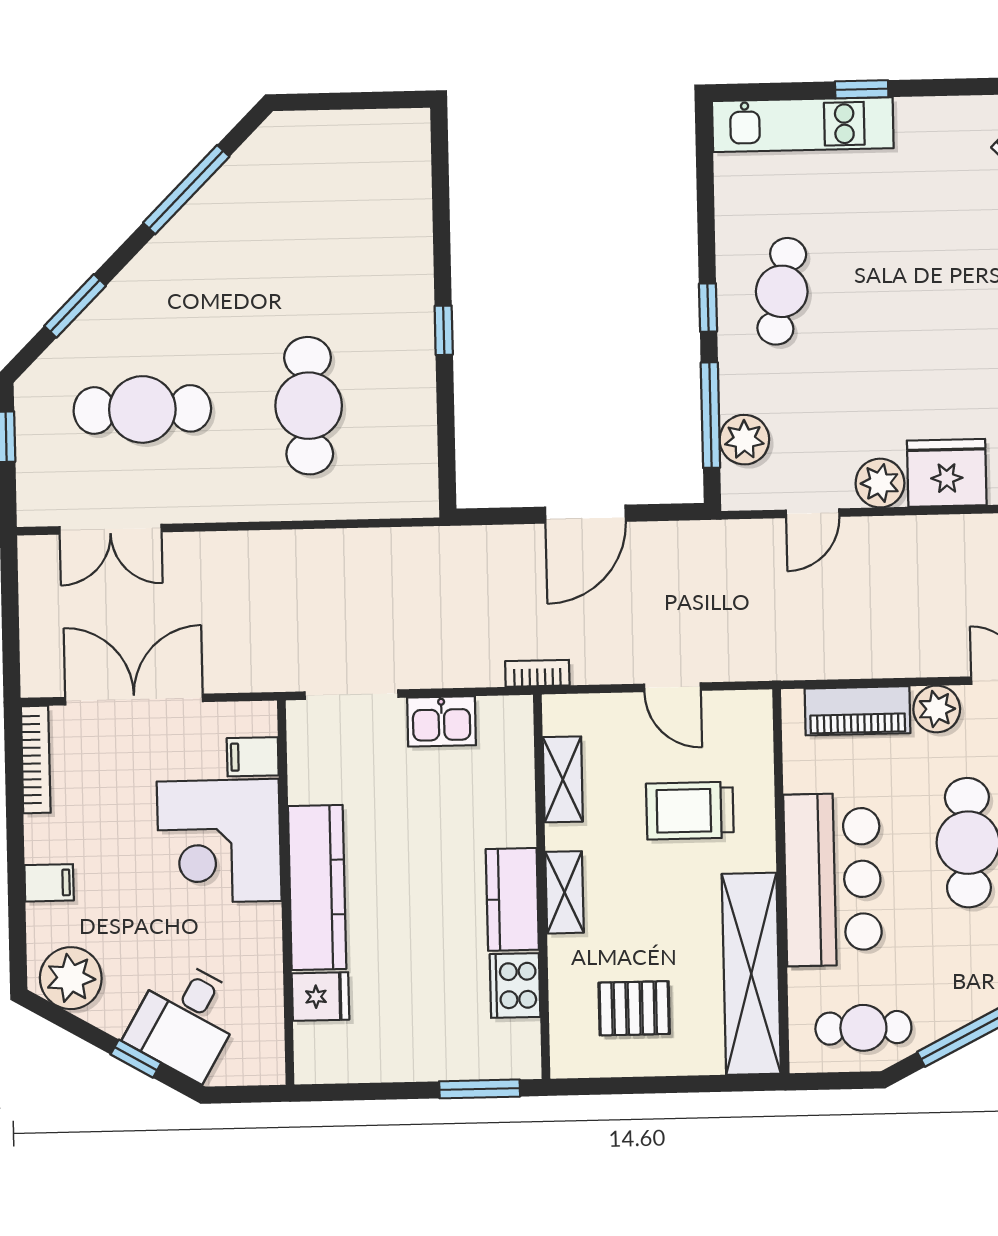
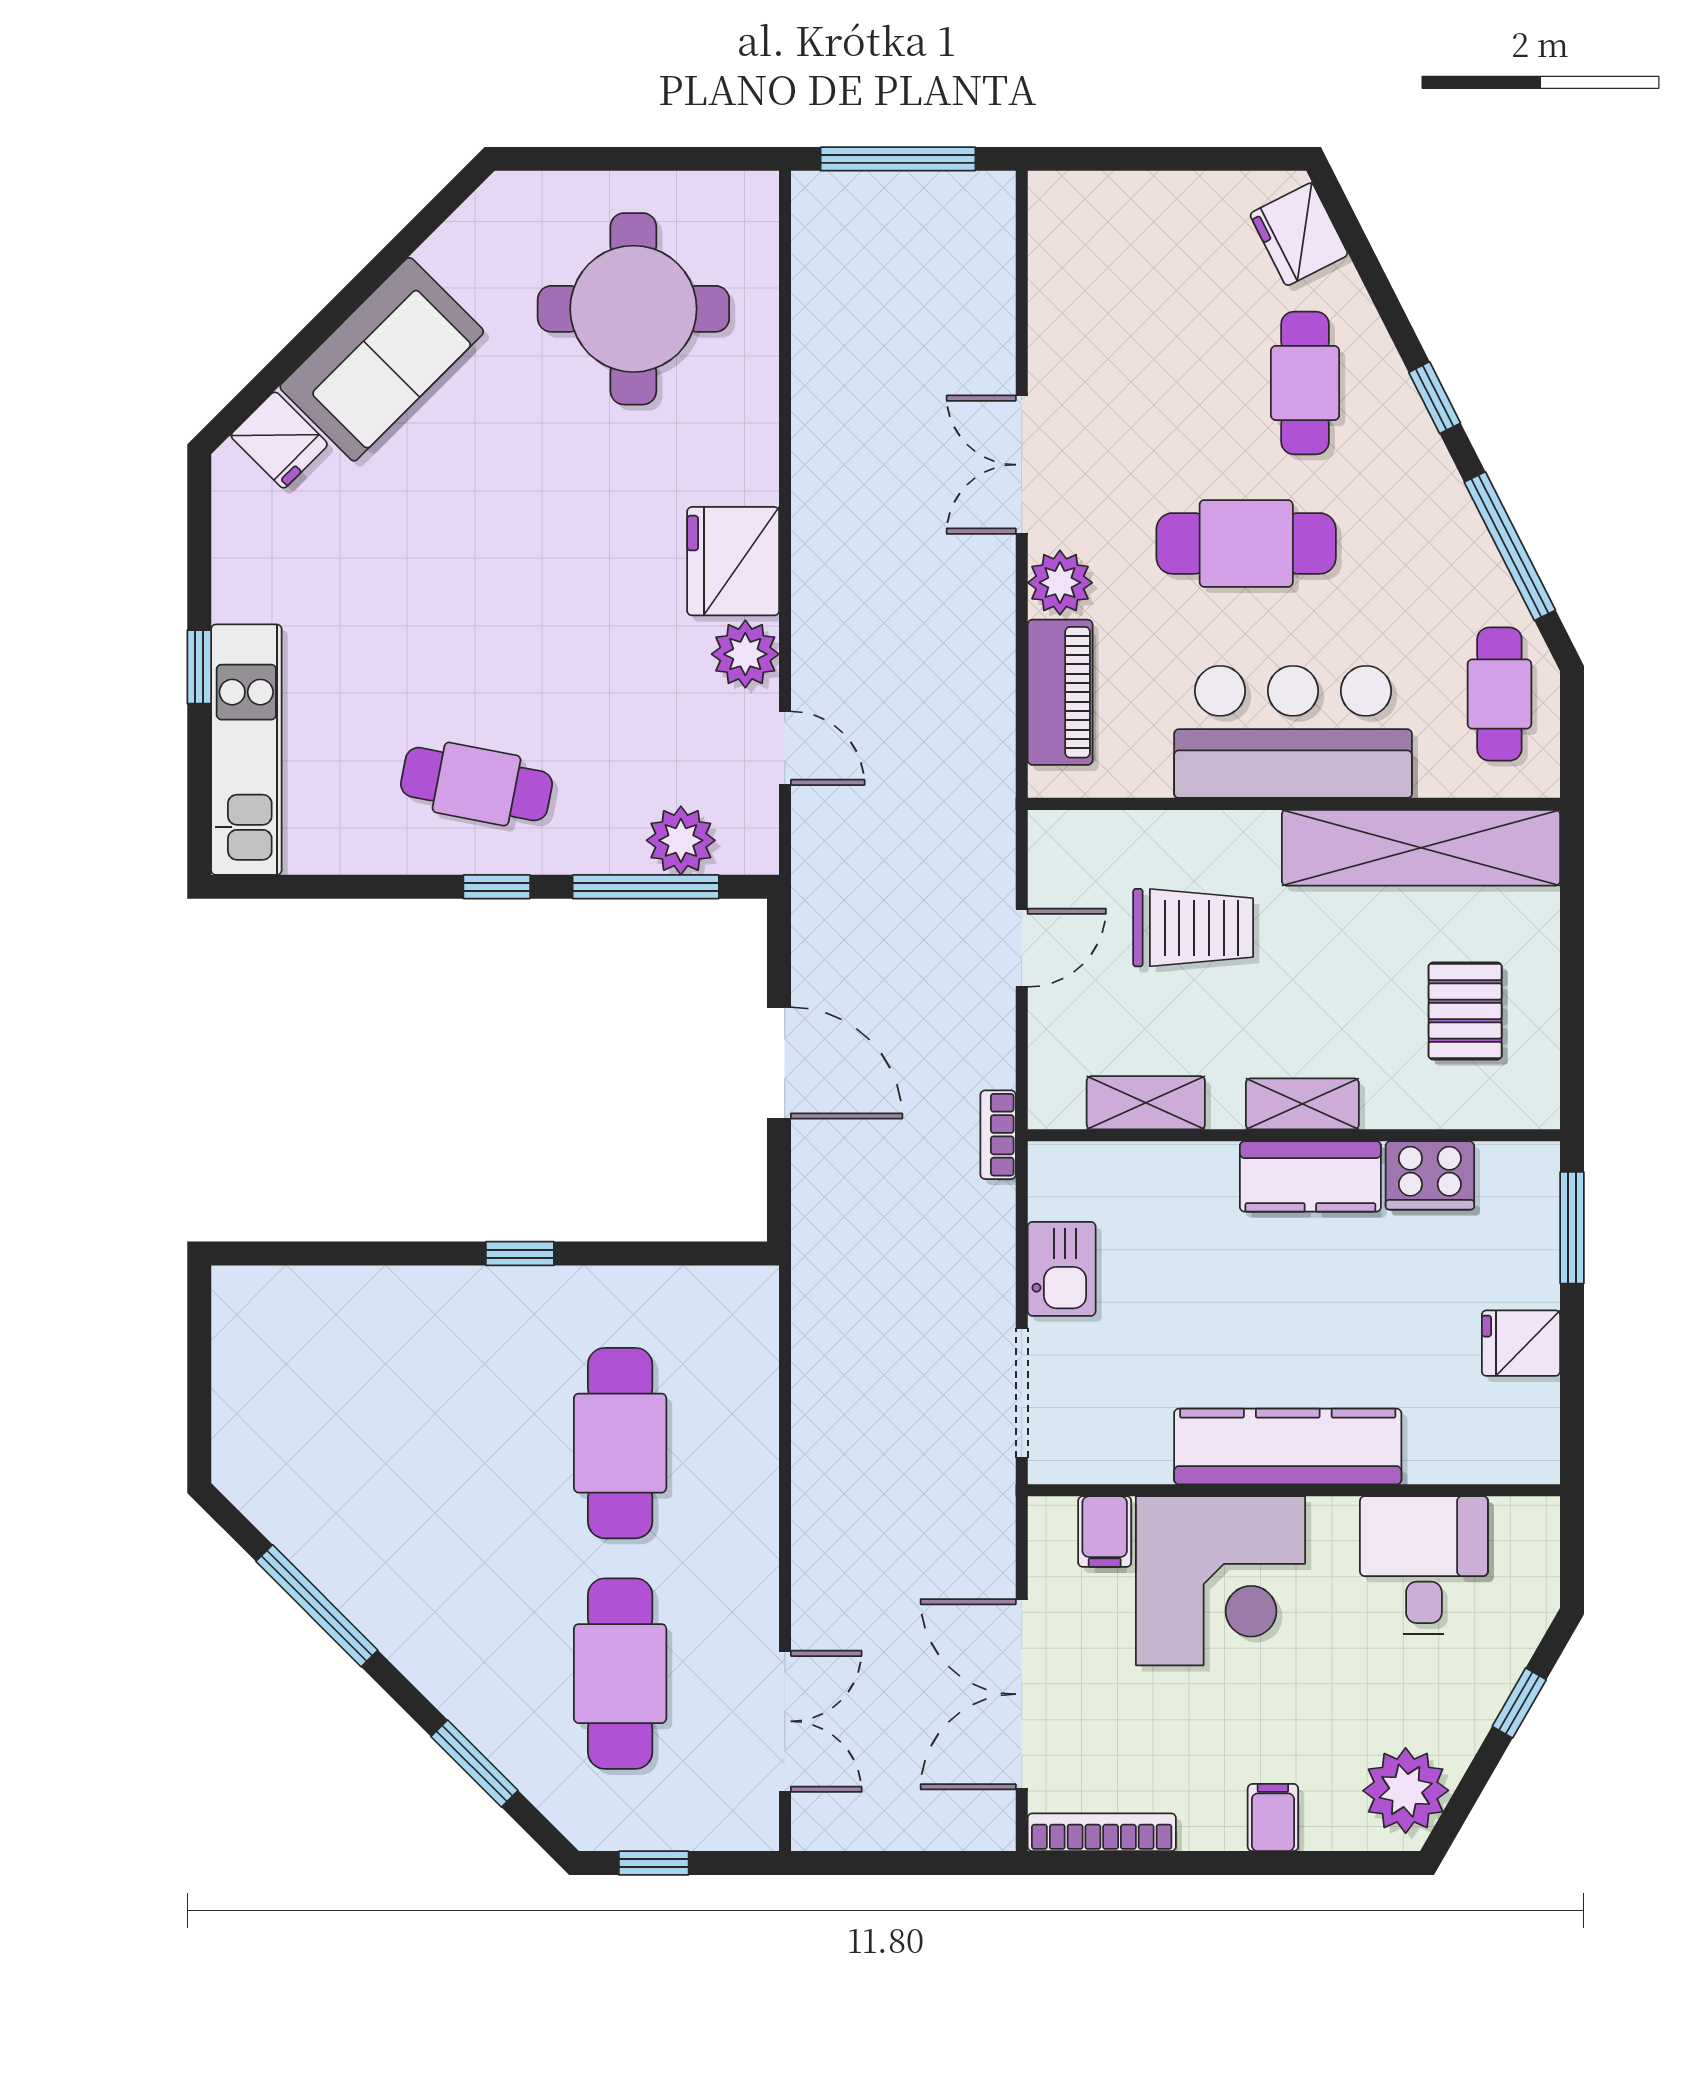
cafe table: (309, 406) -> (620, 1443), turned 90
trolley: (690, 811) -> (1193, 928), turned -90
fridge: (320, 997) -> (1521, 1343), moved, turned -90
desk: (186, 1019) -> (1424, 1565), moved, turned -120

